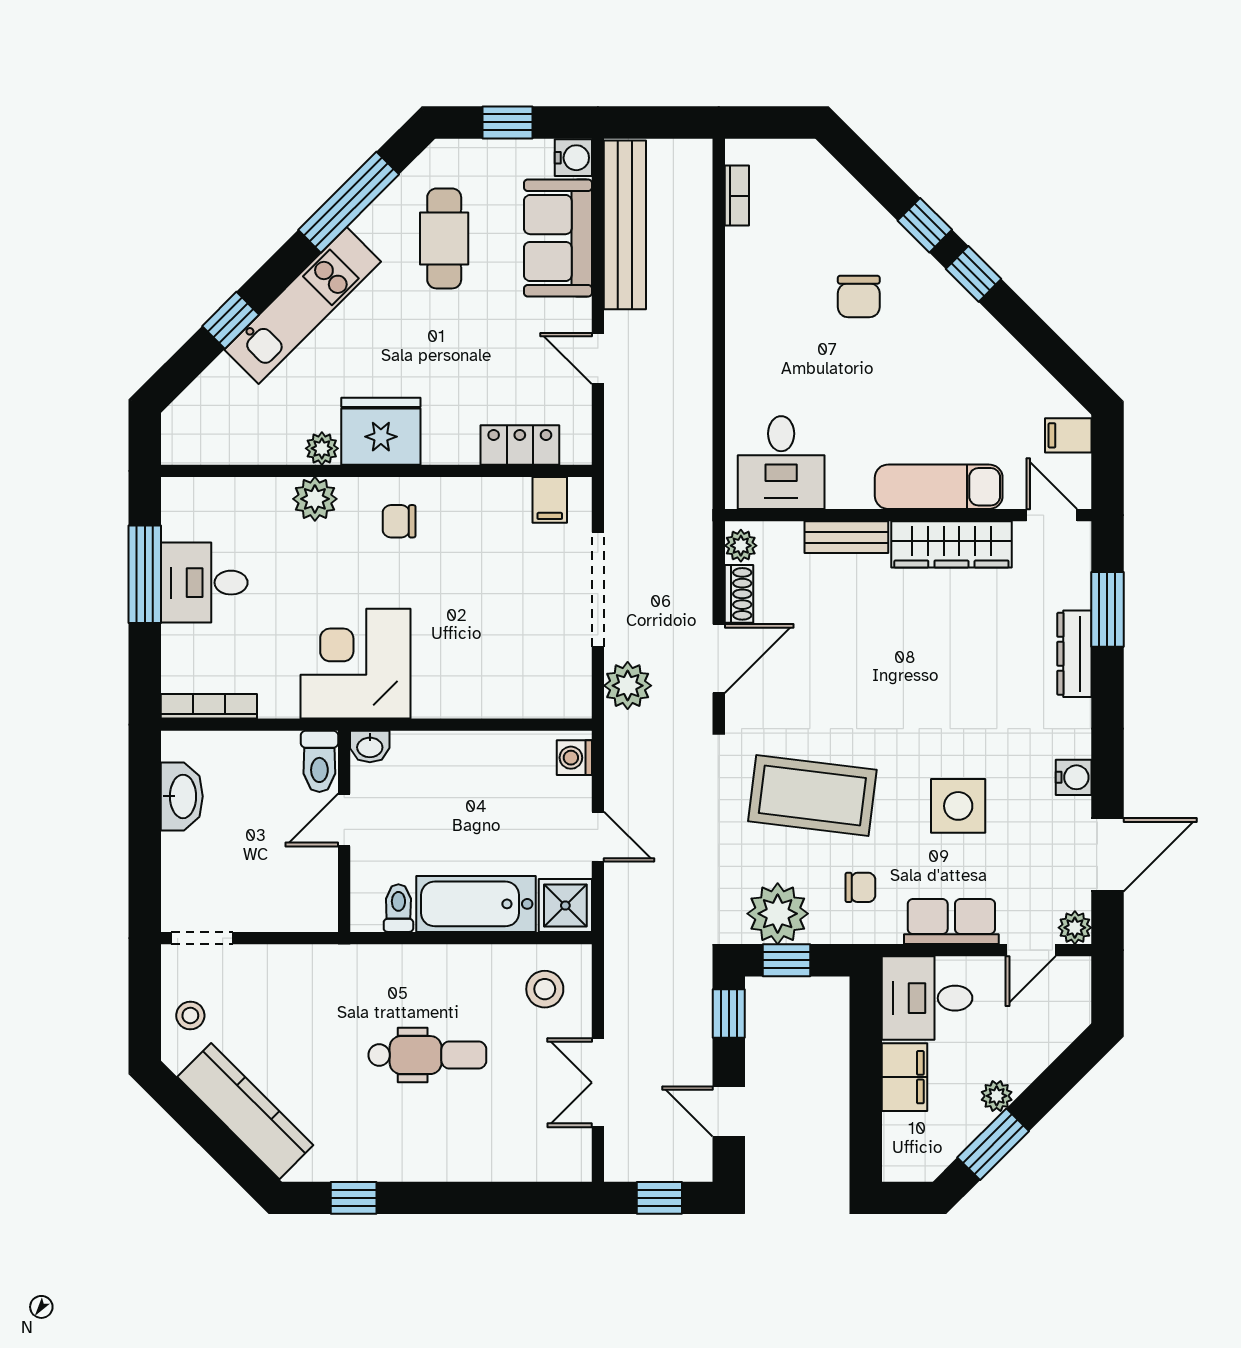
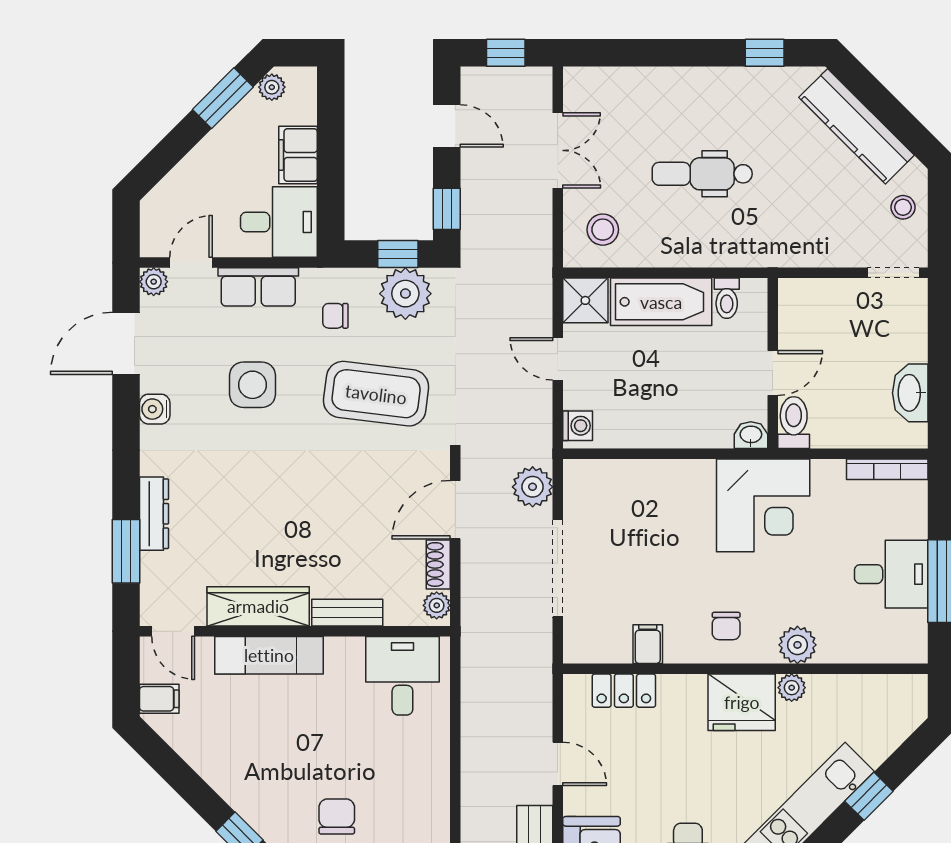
filing cabinet: (550, 500) -> (648, 644), moved
chair: (399, 521) -> (726, 626), turned 90
plant: (997, 1096) -> (272, 87), moved

